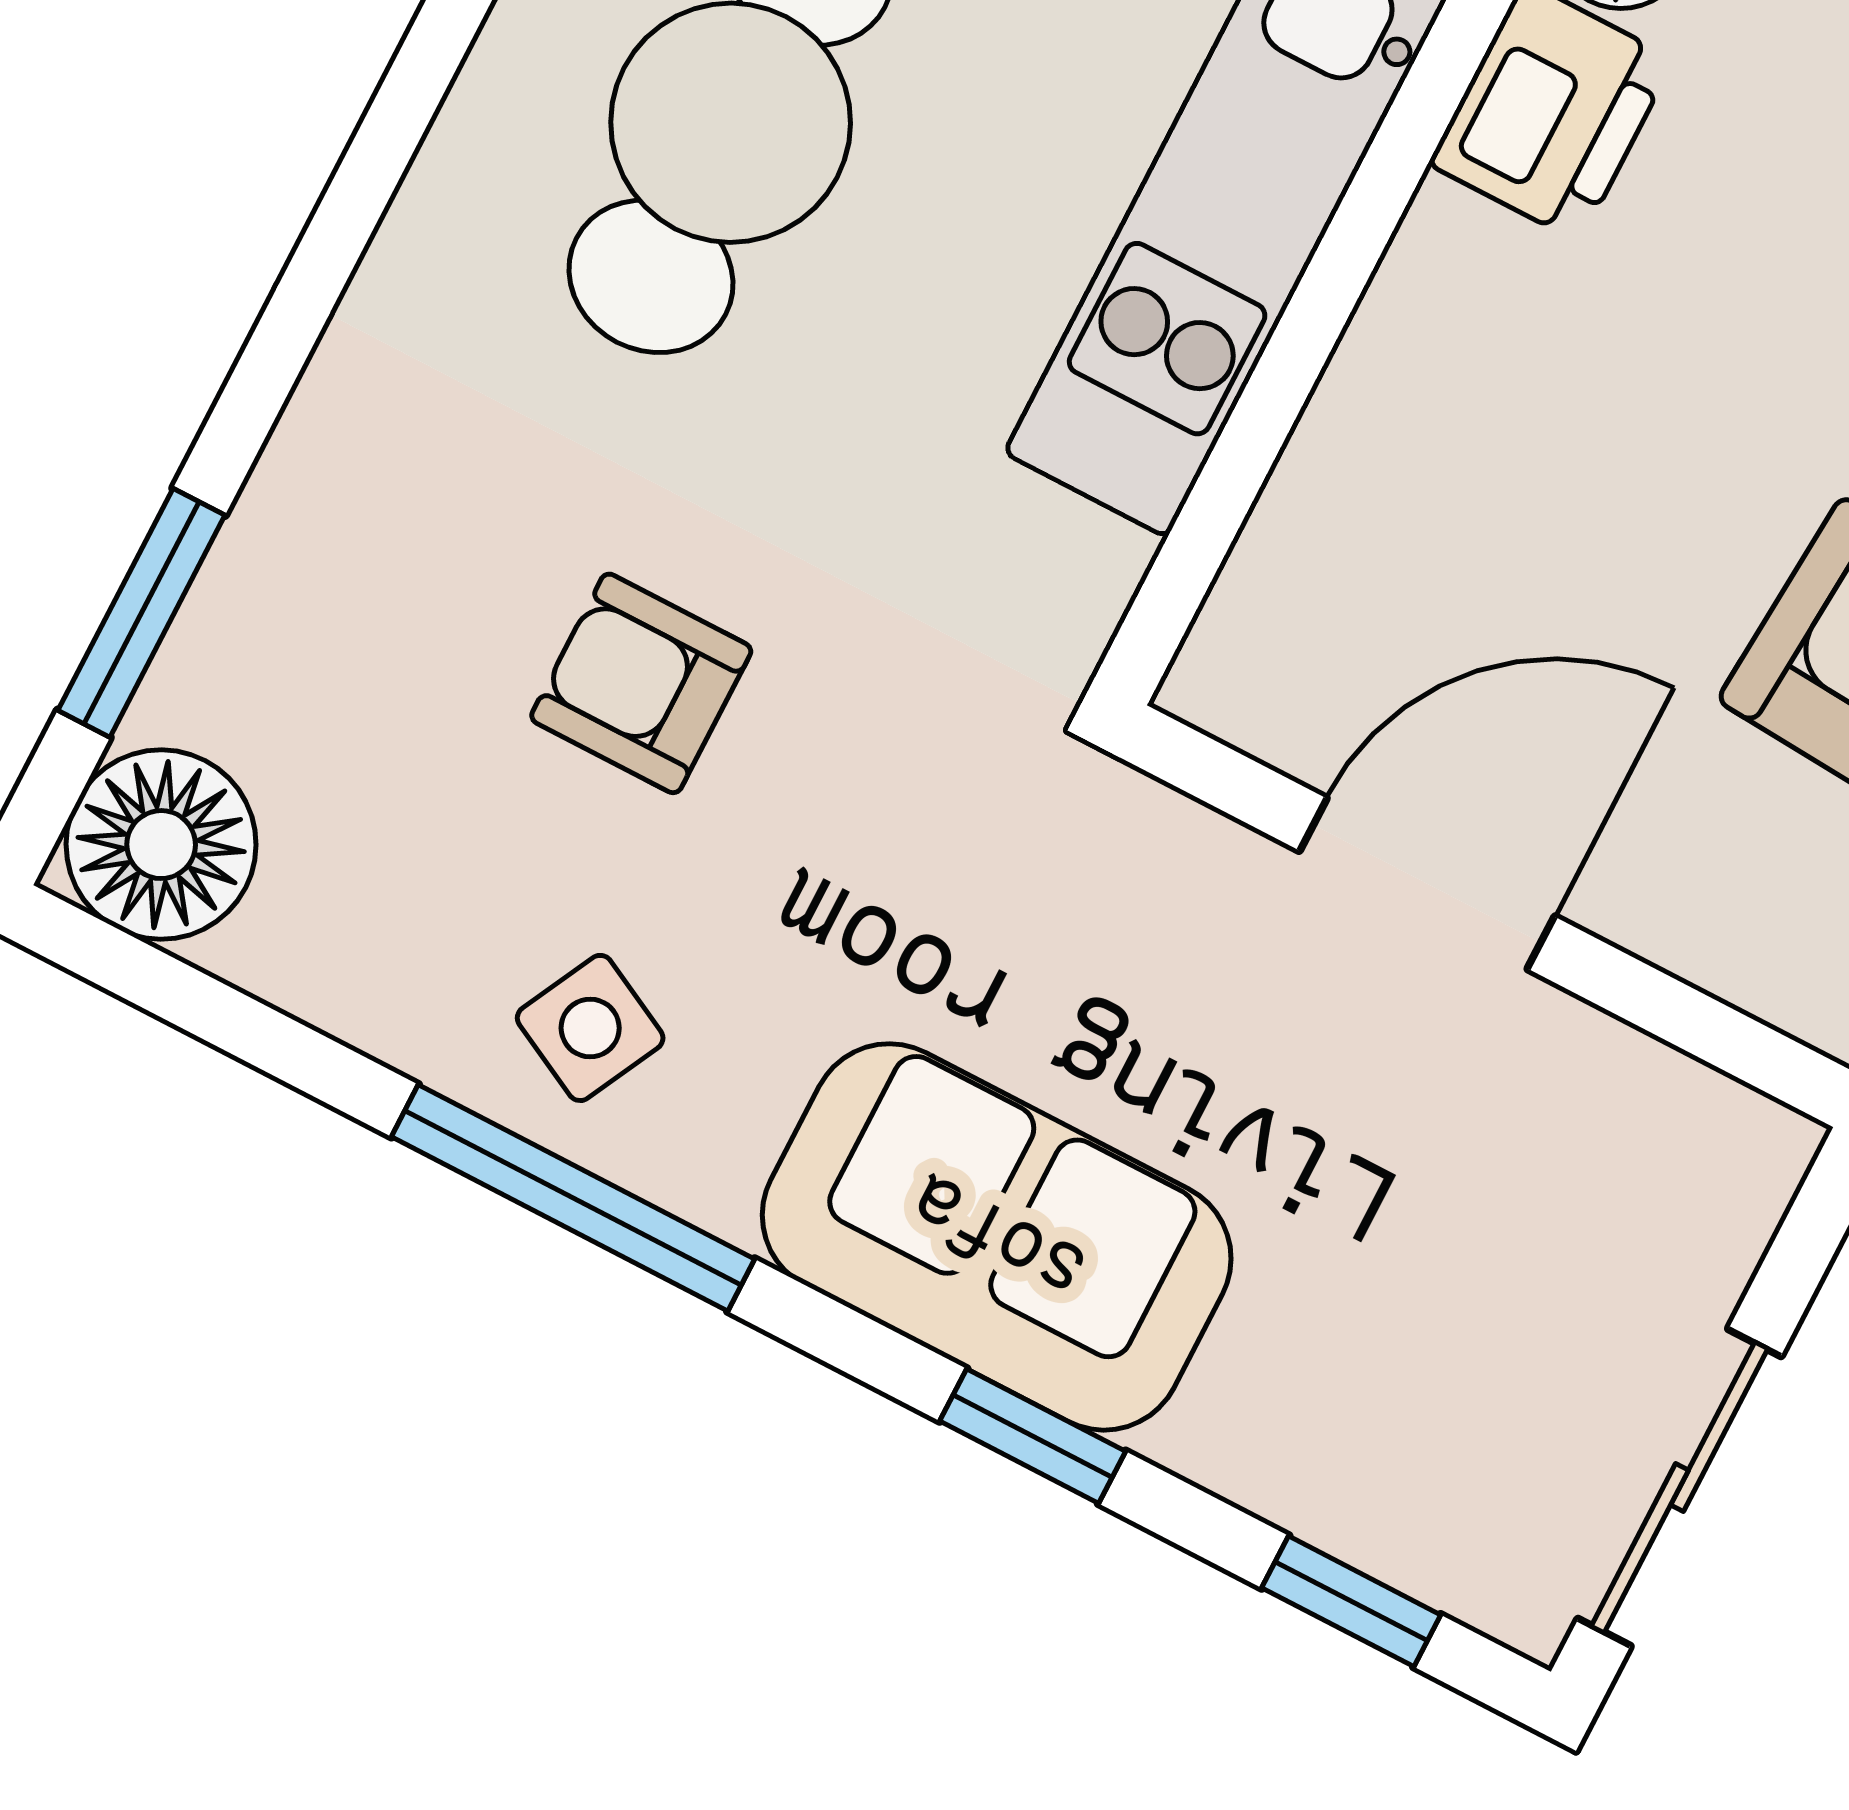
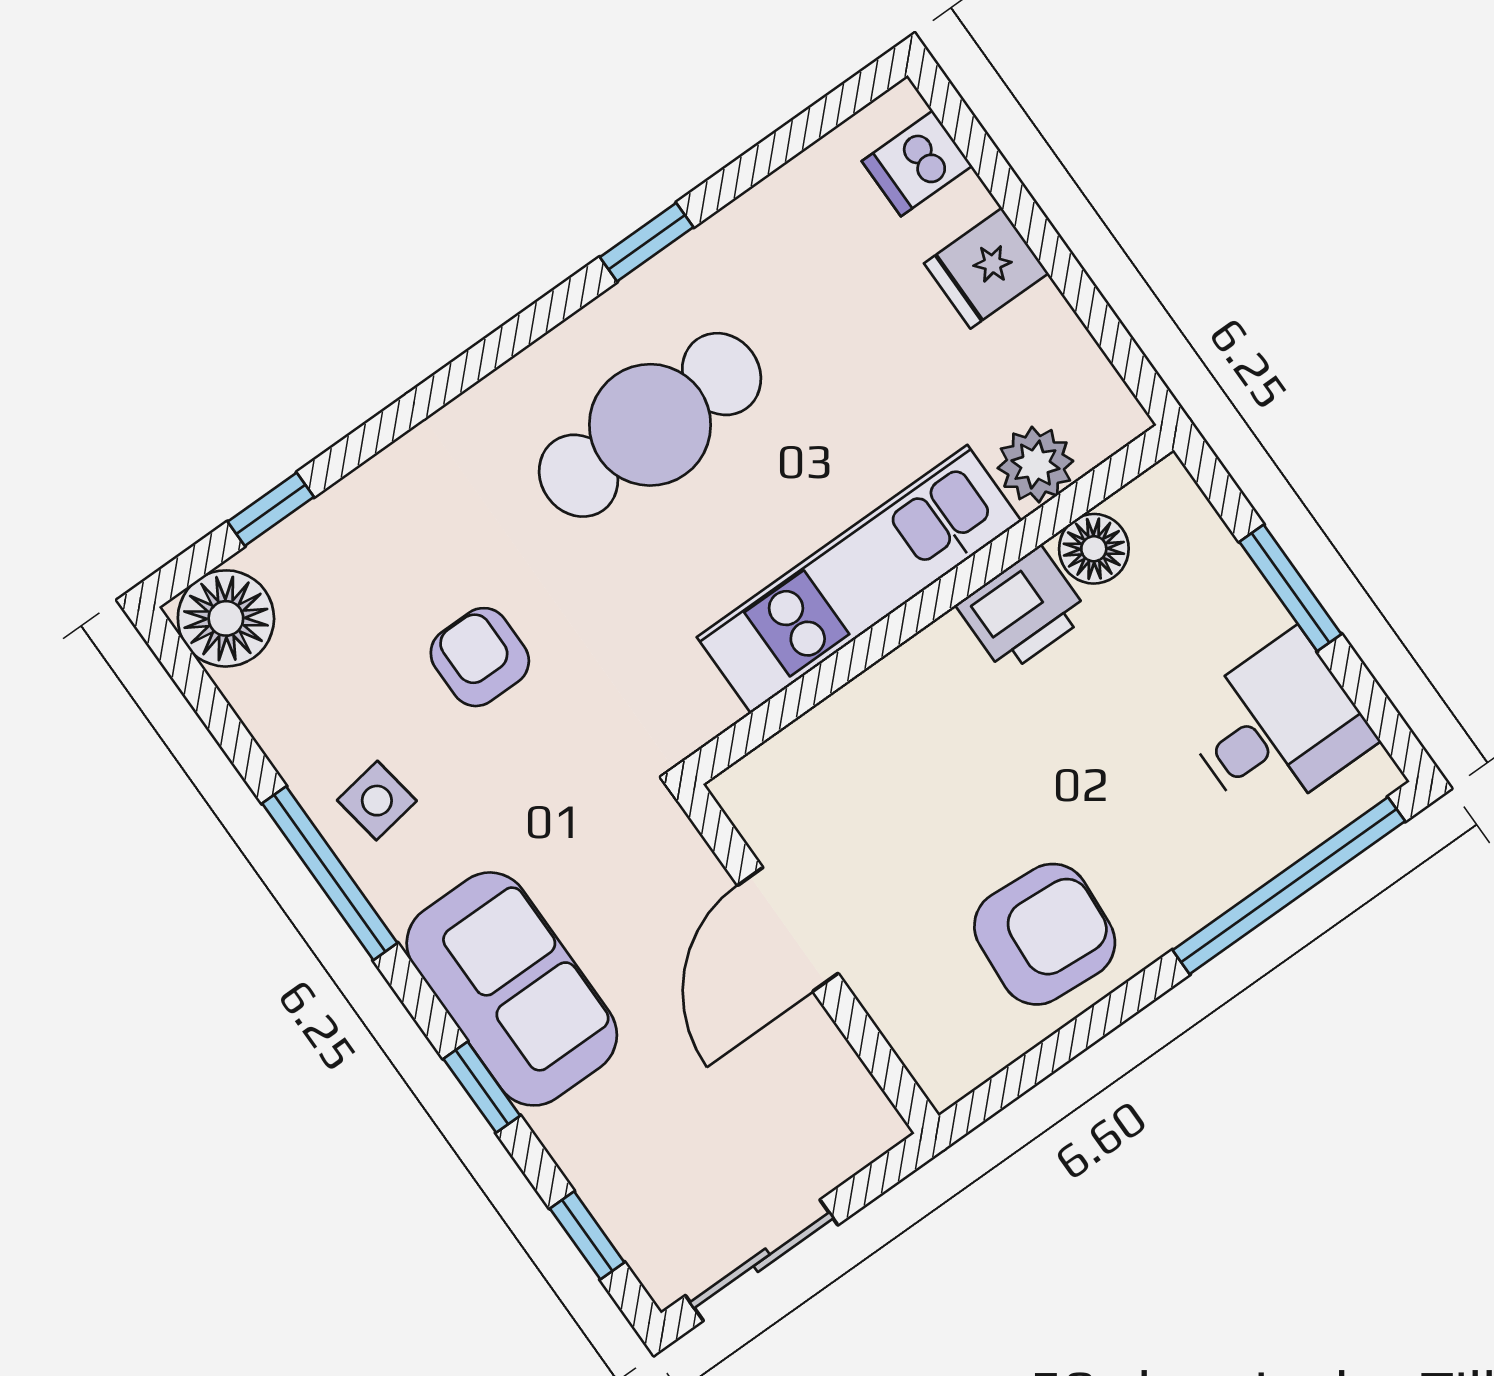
window: (141, 613) -> (271, 509), width x0.67
door: (1427, 884) -> (788, 929), swing flipped
side table: (590, 1028) -> (377, 801), turned -36

